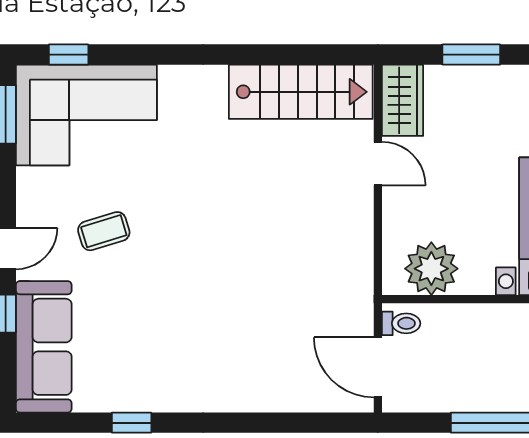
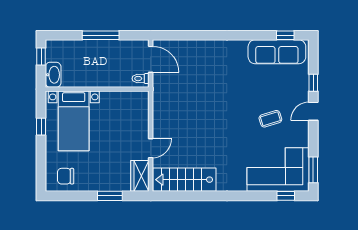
door: (378, 164) -> (151, 148), swing flipped
plant: (431, 269) -> (127, 102), removed
sofa: (44, 347) -> (277, 52), moved, turned -90
window: (132, 423) -> (285, 35), moved

